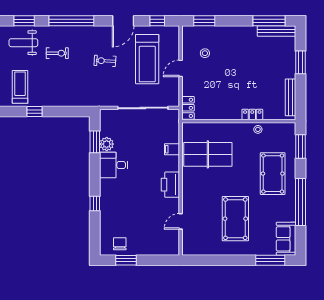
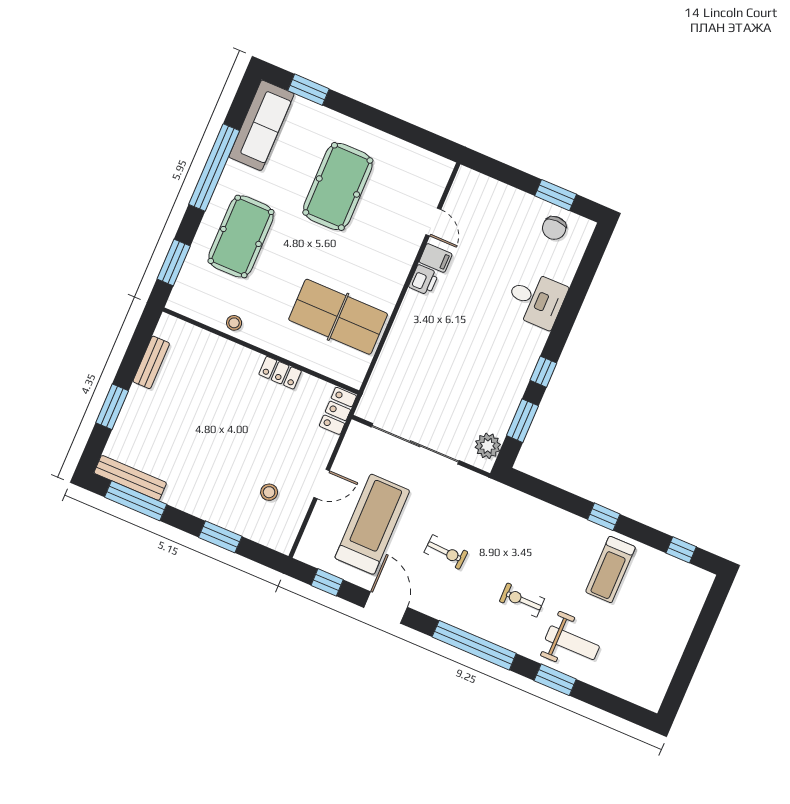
door: (123, 21) -> (386, 607), hinge flipped
window: (204, 21) -> (220, 537), moved
bench: (290, 97) -> (151, 362), width x0.73
locker: (252, 115) -> (280, 373), moved
plant: (107, 144) -> (488, 446), moved
filing cabinet: (172, 149) -> (436, 258), moved
desk: (114, 165) -> (536, 299), moved
printer: (170, 185) -> (424, 280), width x0.53, depth x0.68
window: (95, 203) -> (543, 372), moved
door: (181, 221) -> (433, 222), hinge flipped
sofa: (286, 239) -> (261, 125), width x1.36
window: (270, 260) -> (309, 90), width x0.69

